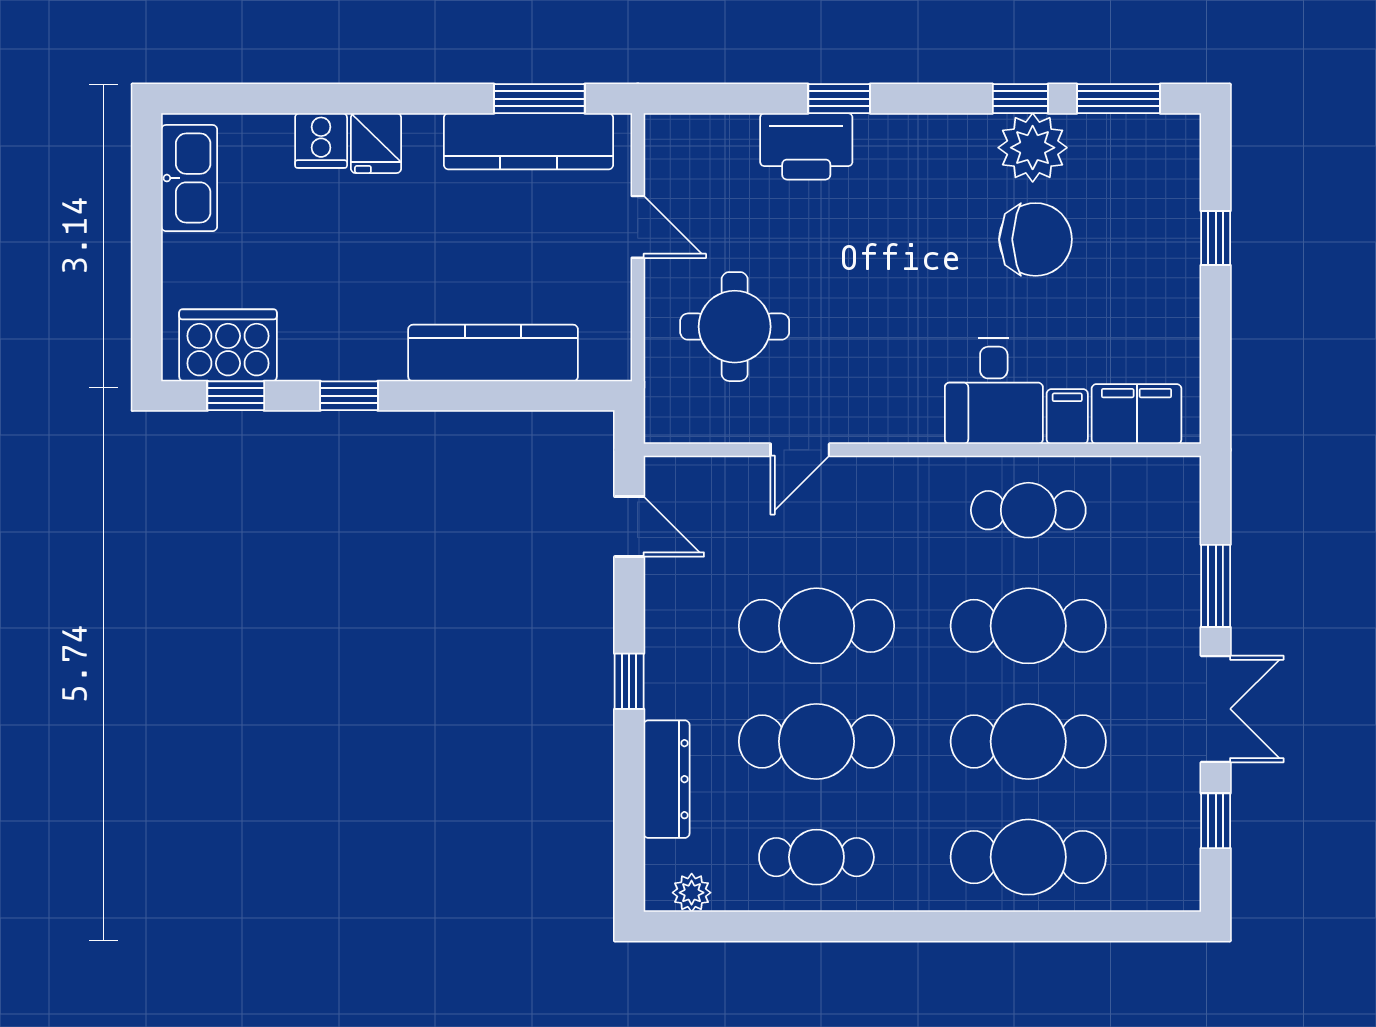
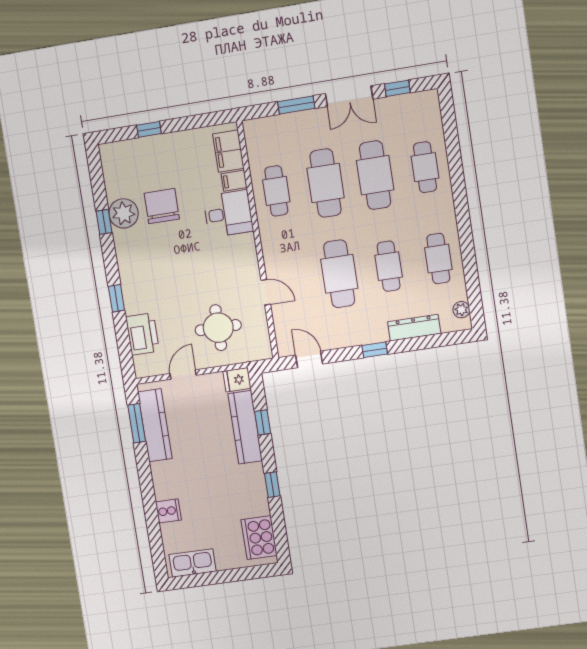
window: (1118, 99) -> (97, 180), removed
fridge: (376, 143) -> (237, 380), moved, turned 180
printer: (806, 146) -> (142, 334), moved
window: (236, 396) -> (263, 422), moved
door: (629, 527) -> (309, 359), hinge flipped
double door: (1216, 709) -> (349, 96), swing flipped
cafe table: (816, 741) -> (389, 266), width x0.73, depth x0.74
cafe table: (1028, 857) -> (425, 167), width x0.73, depth x0.74

